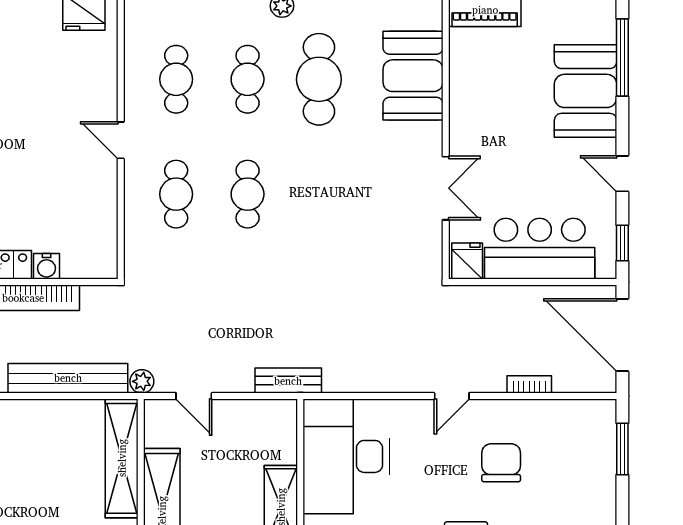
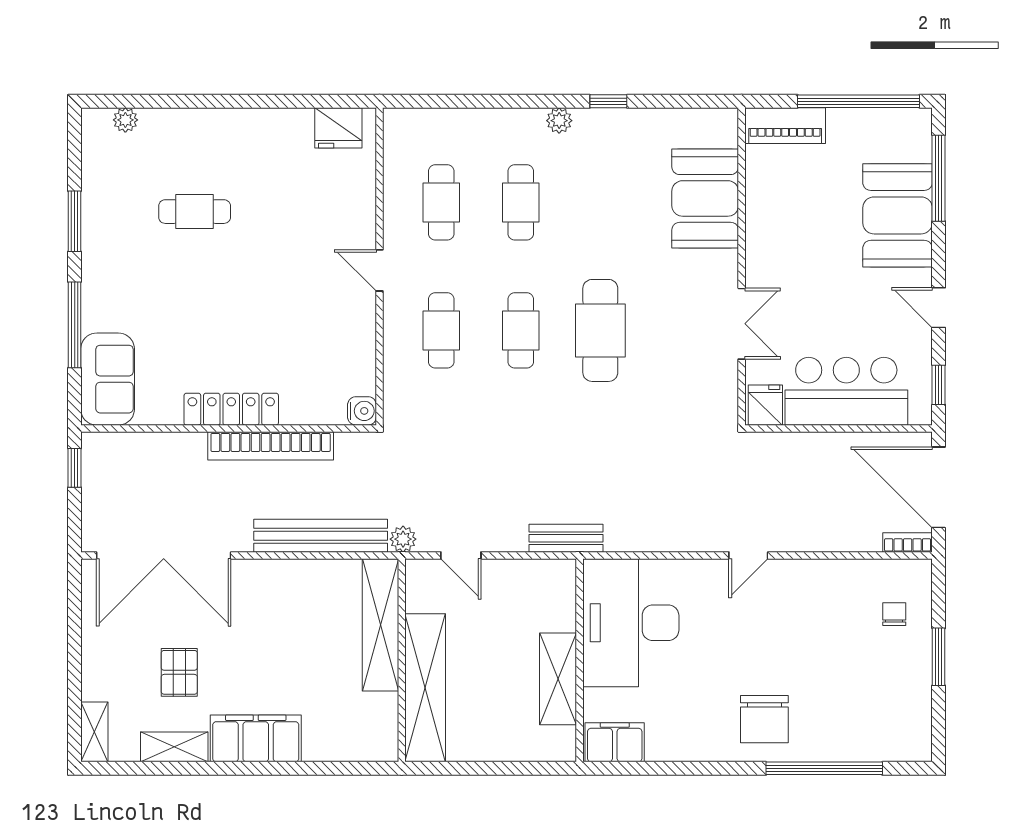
cafe table: (319, 79) -> (600, 330), moved
water cooler: (46, 266) -> (362, 411), moved, turned -90
bookcase: (529, 384) -> (908, 542), moved
window: (622, 449) -> (939, 657), moved
chair: (501, 463) -> (894, 614), moved, width x0.54, depth x0.54

